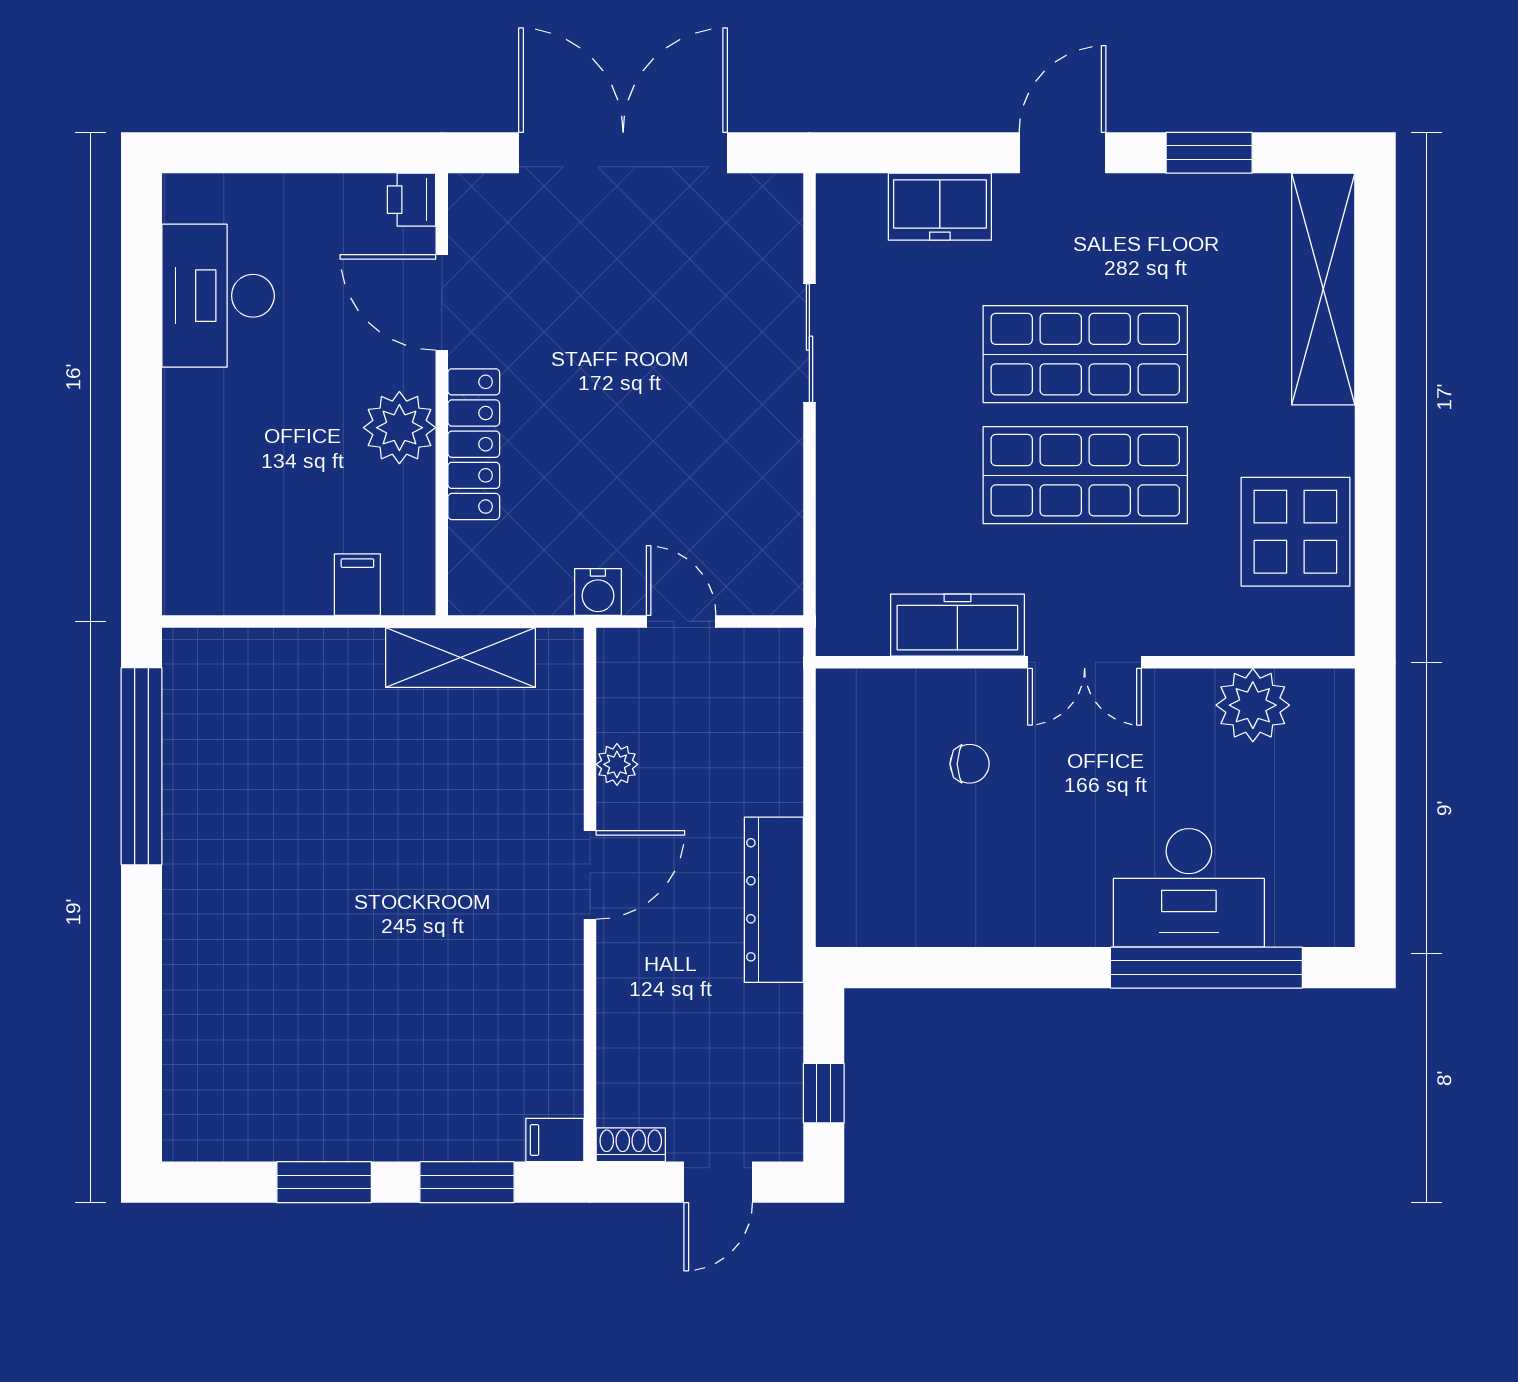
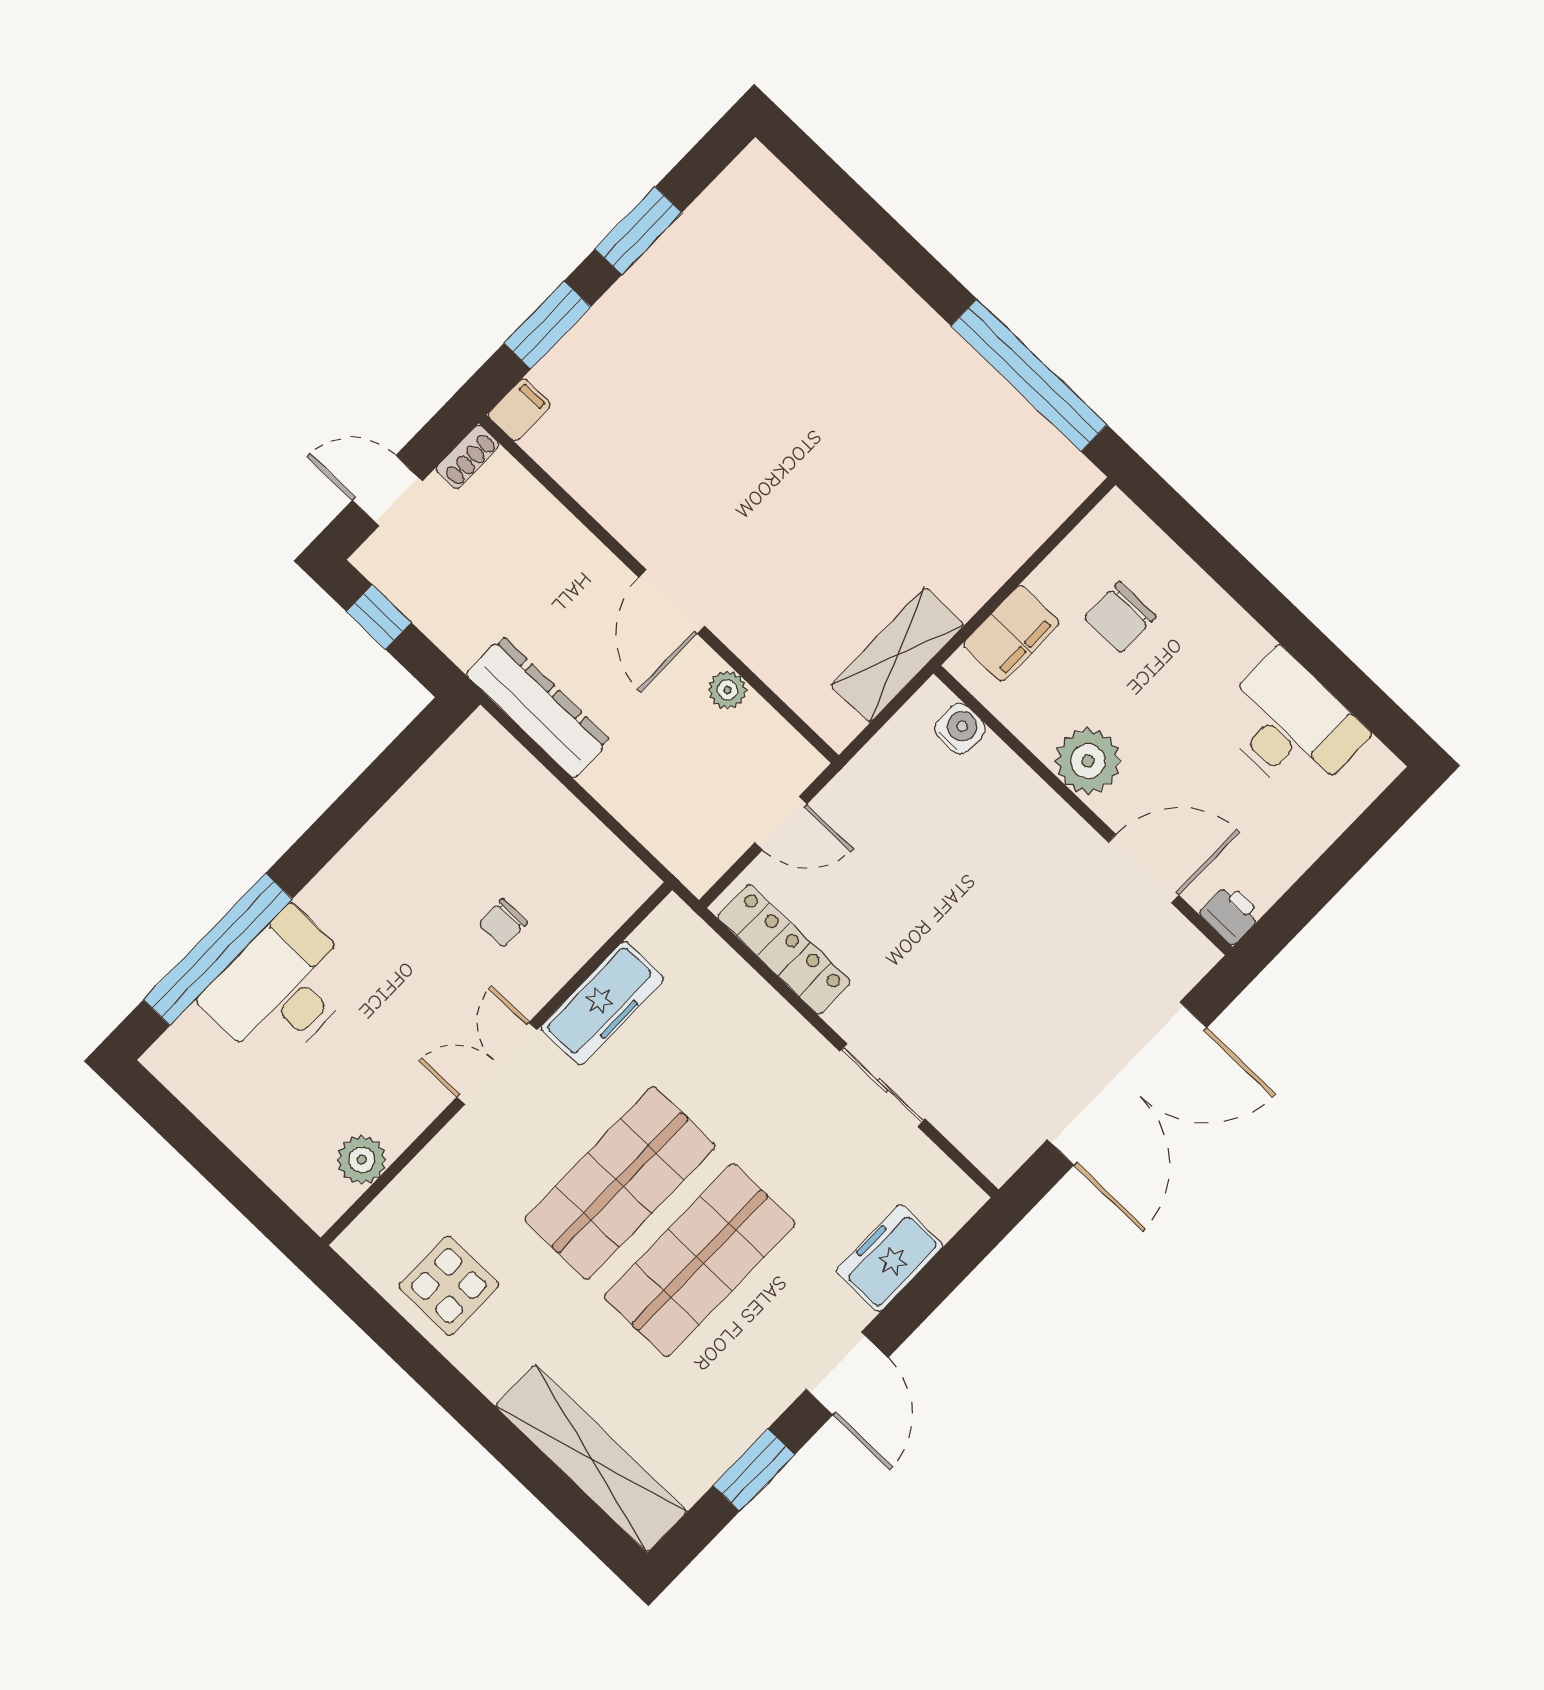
locker: (474, 444) -> (784, 949), moved, turned 180
chair: (262, 511) -> (1120, 617), added
display table: (1295, 532) -> (449, 1286), width x0.73, depth x0.73
filing cabinet: (357, 585) -> (1011, 633), width x2.00
water cooler: (598, 592) -> (960, 729), moved, turned 90
plant: (1253, 705) -> (362, 1160), width x0.73, depth x0.73
door: (718, 1182) -> (387, 491), hinge flipped

